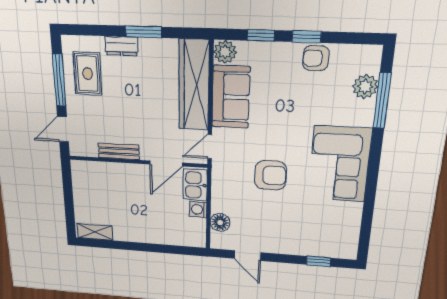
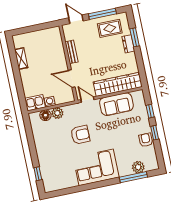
window: (144, 32) -> (135, 37), moved
plant: (225, 52) -> (57, 113), moved
armchair: (270, 175) -> (80, 135), turned -90
kitchen sink: (195, 185) -> (35, 103), moved
shelving: (95, 232) -> (21, 59), moved
door: (248, 256) -> (30, 135), removed

